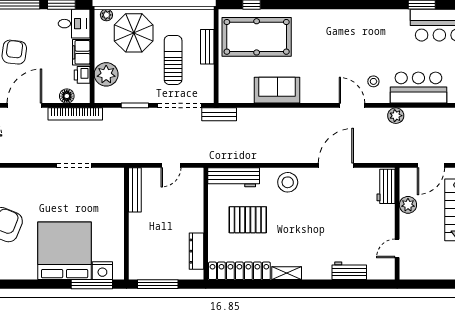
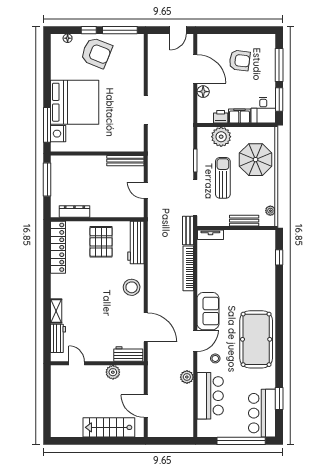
plant: (106, 15) -> (270, 211), moved
pool table: (257, 37) -> (256, 339), moved
sun lounger: (173, 60) -> (223, 178), moved, turned -90
tv unit: (224, 87) -> (210, 235), added
sofa: (277, 90) -> (208, 311), moved
floor lamp: (67, 96) -> (203, 92), moved
bookcase: (75, 114) -> (188, 268), moved
workbench: (386, 186) -> (128, 354), moved
plant: (408, 205) -> (113, 372), moved
pallet: (248, 220) -> (101, 242), moved
wall: (397, 224) -> (97, 363), moved
door: (397, 248) -> (77, 363), moved
shelving: (287, 273) -> (56, 311), moved

